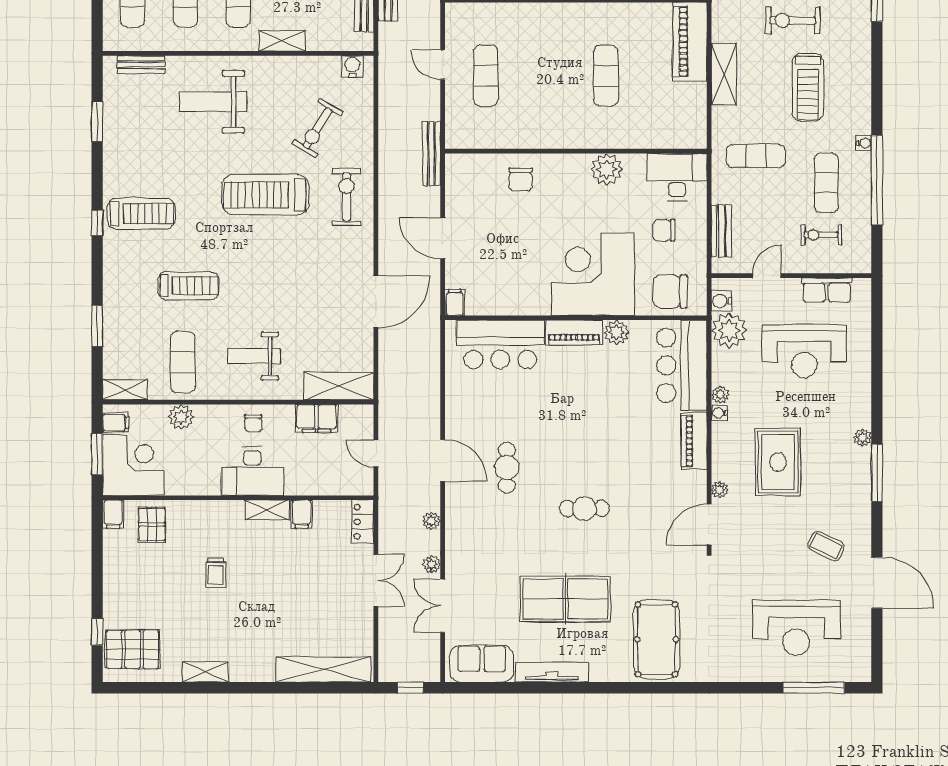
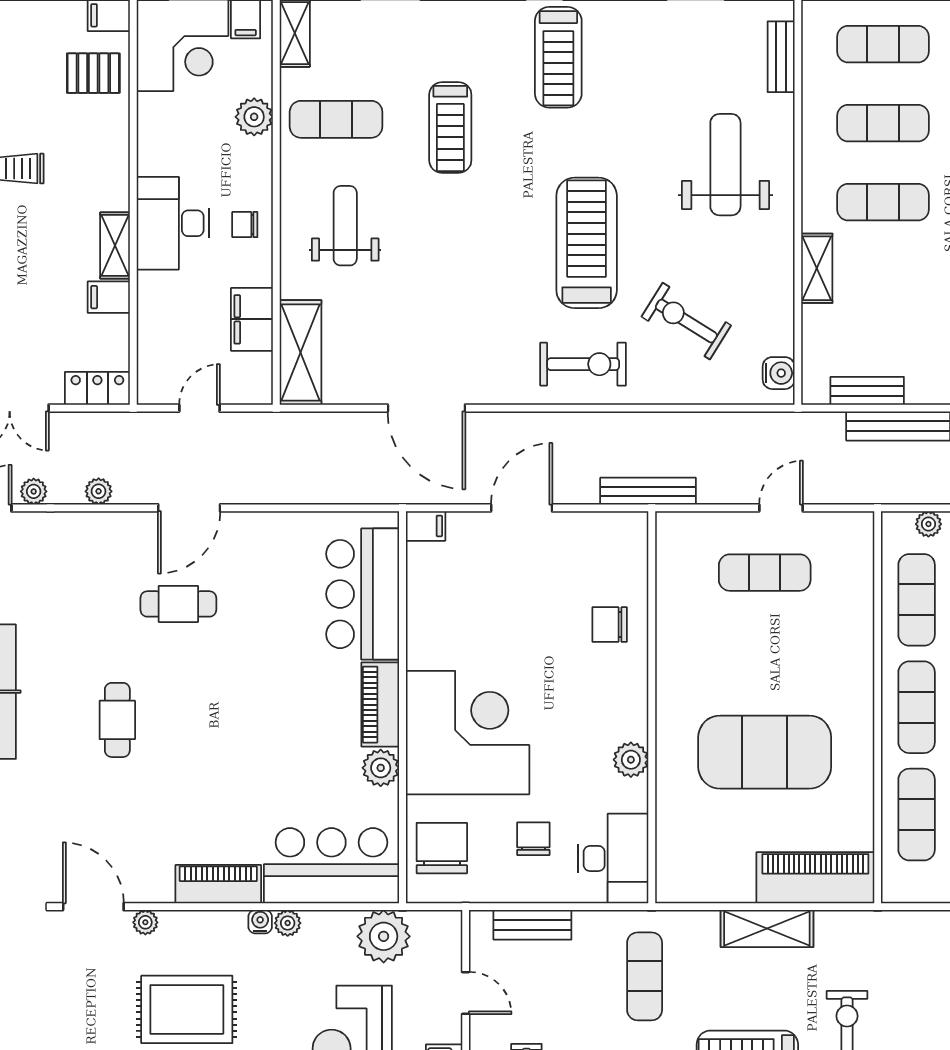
exercise mat: (606, 76) -> (765, 752), width x2.00, depth x1.45
plant: (607, 169) -> (631, 760), width x0.73, depth x0.73
water cooler: (721, 301) -> (428, 925), removed

